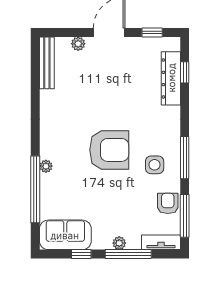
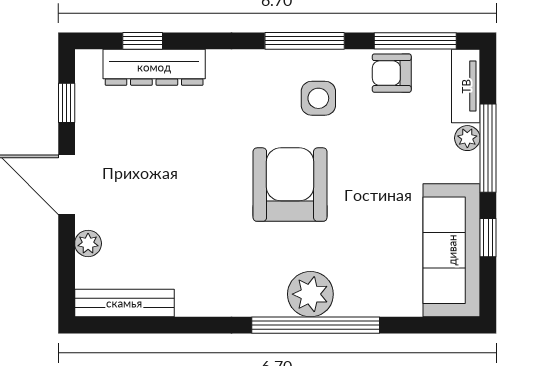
plant: (46, 166) -> (310, 294), width x1.88, depth x1.88
window: (35, 189) -> (316, 325), moved
sofa: (65, 235) -> (452, 250), width x1.36
plant: (119, 243) -> (467, 138), moved

